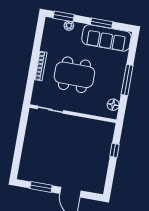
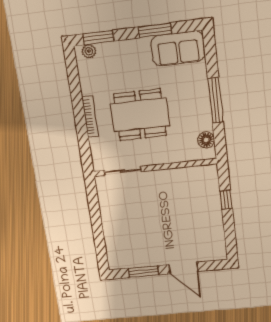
plant: (69, 26) -> (89, 51), moved
sofa: (106, 38) -> (178, 48), width x0.73

